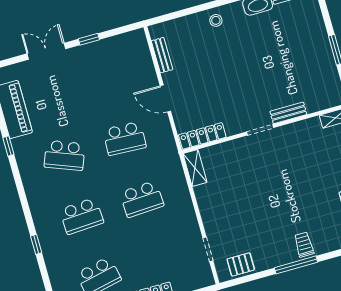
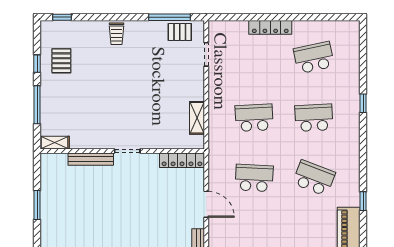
bench: (288, 113) -> (91, 159), width x1.36
shelving: (195, 168) -> (197, 118), moved
window: (296, 265) -> (169, 17), moved

